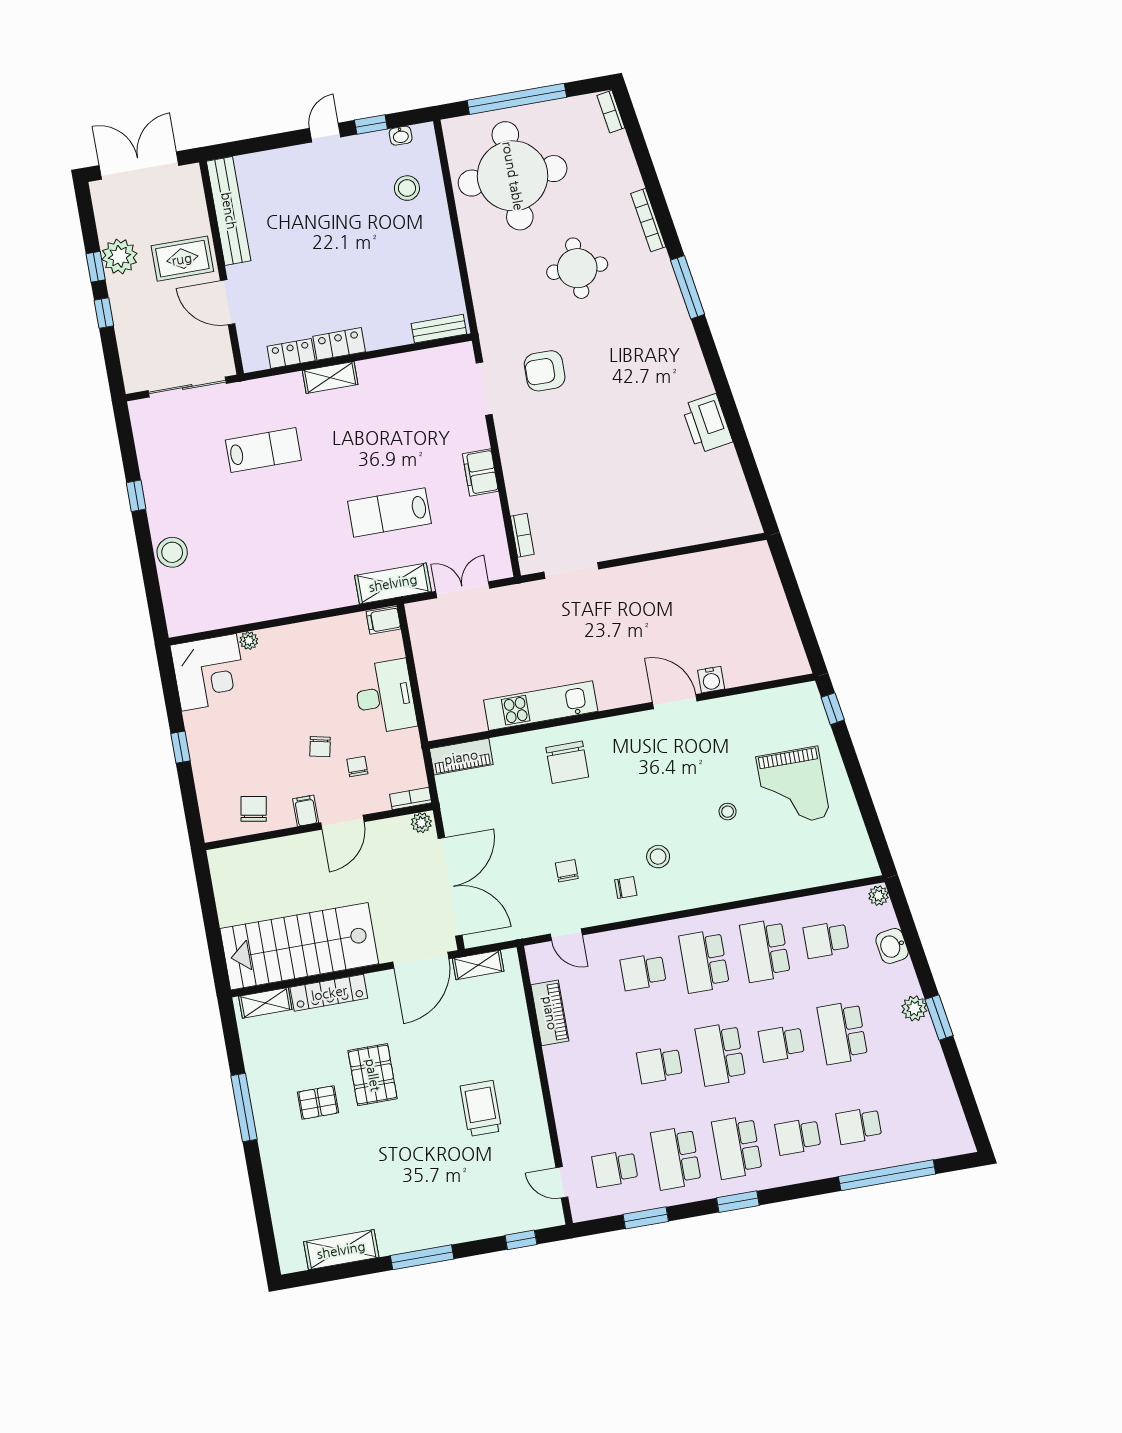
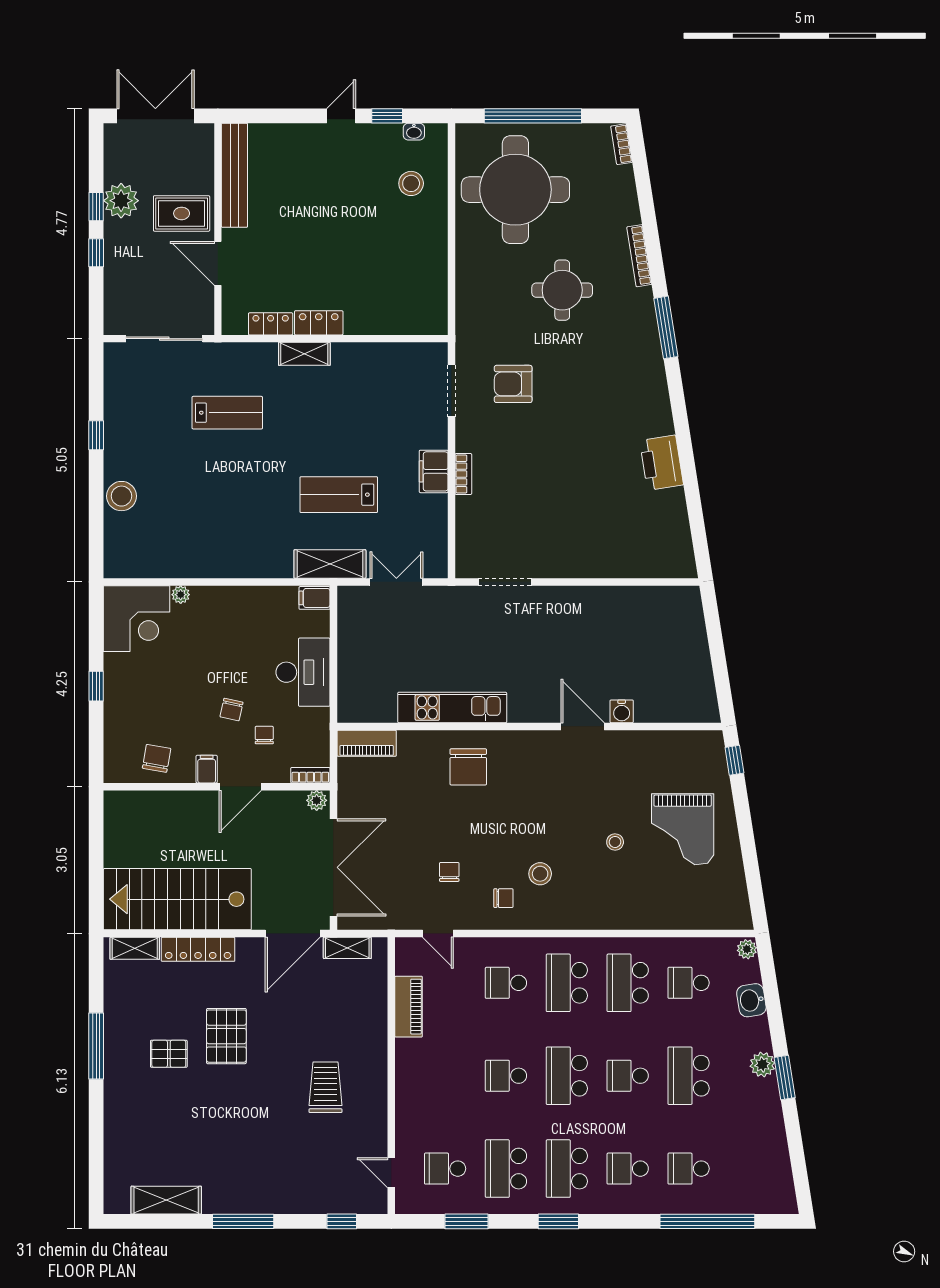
bench: (439, 329) -> (418, 325), removed
bookcase: (522, 535) -> (463, 474), moved

